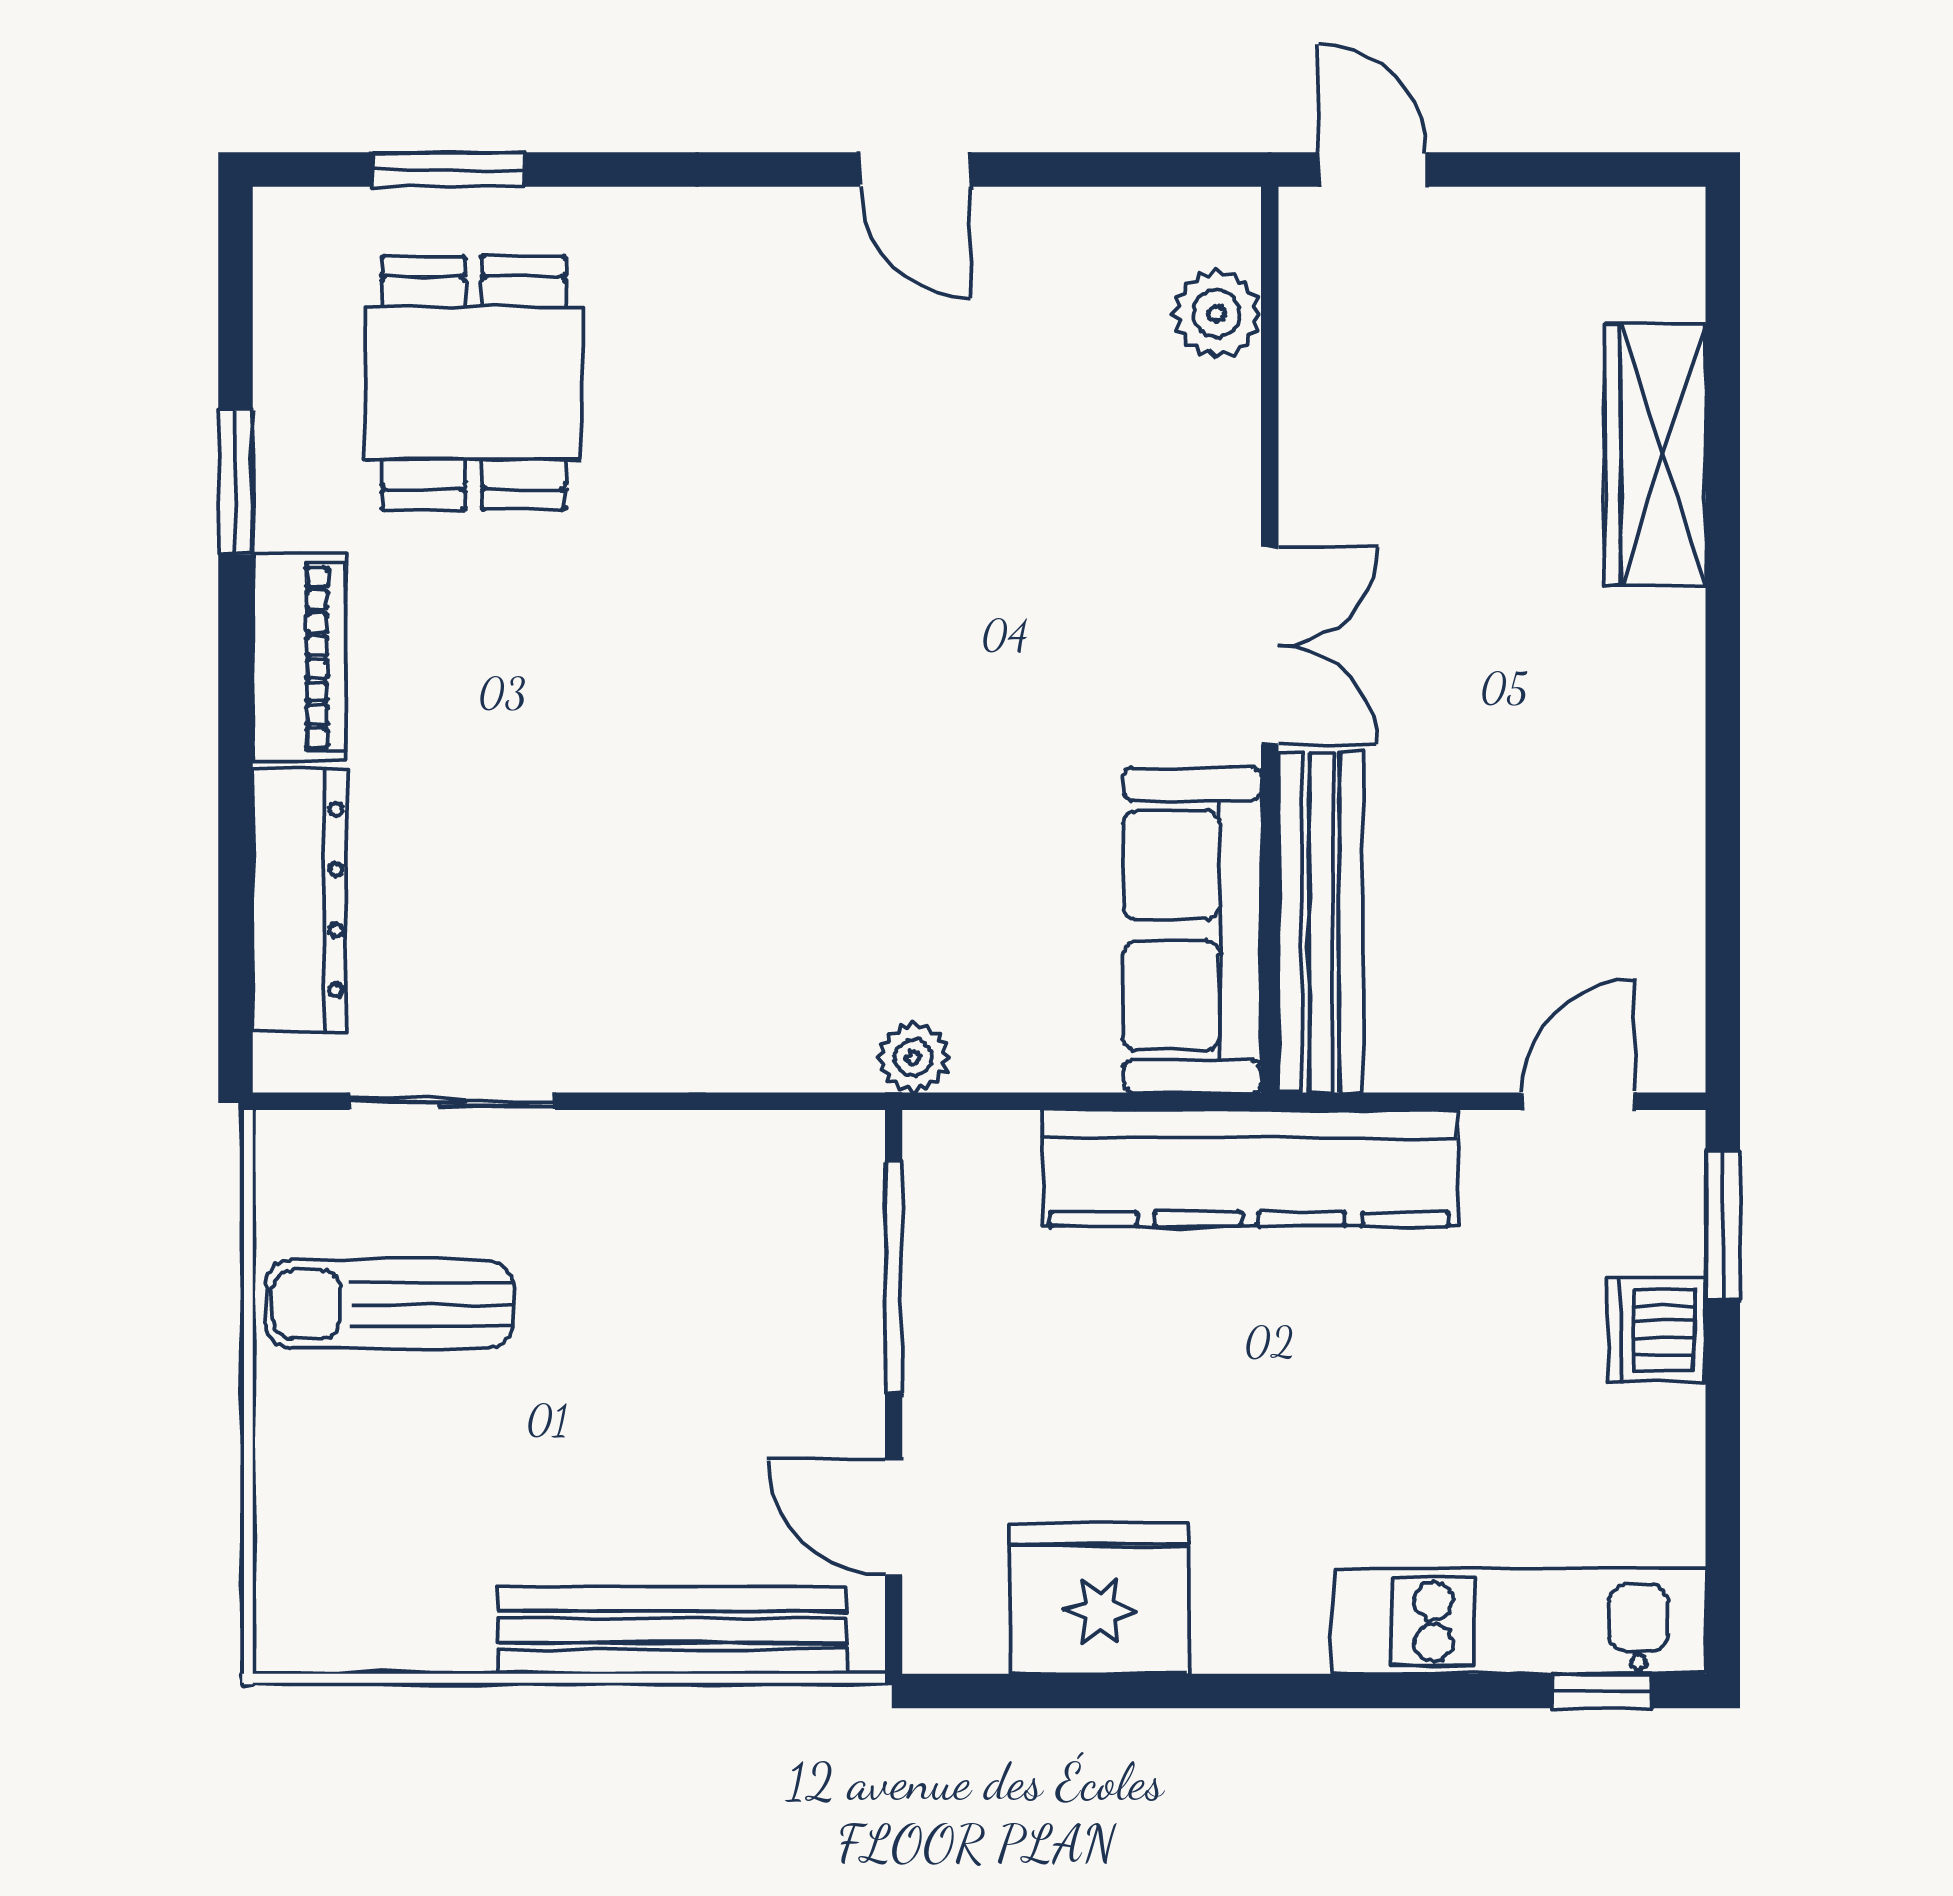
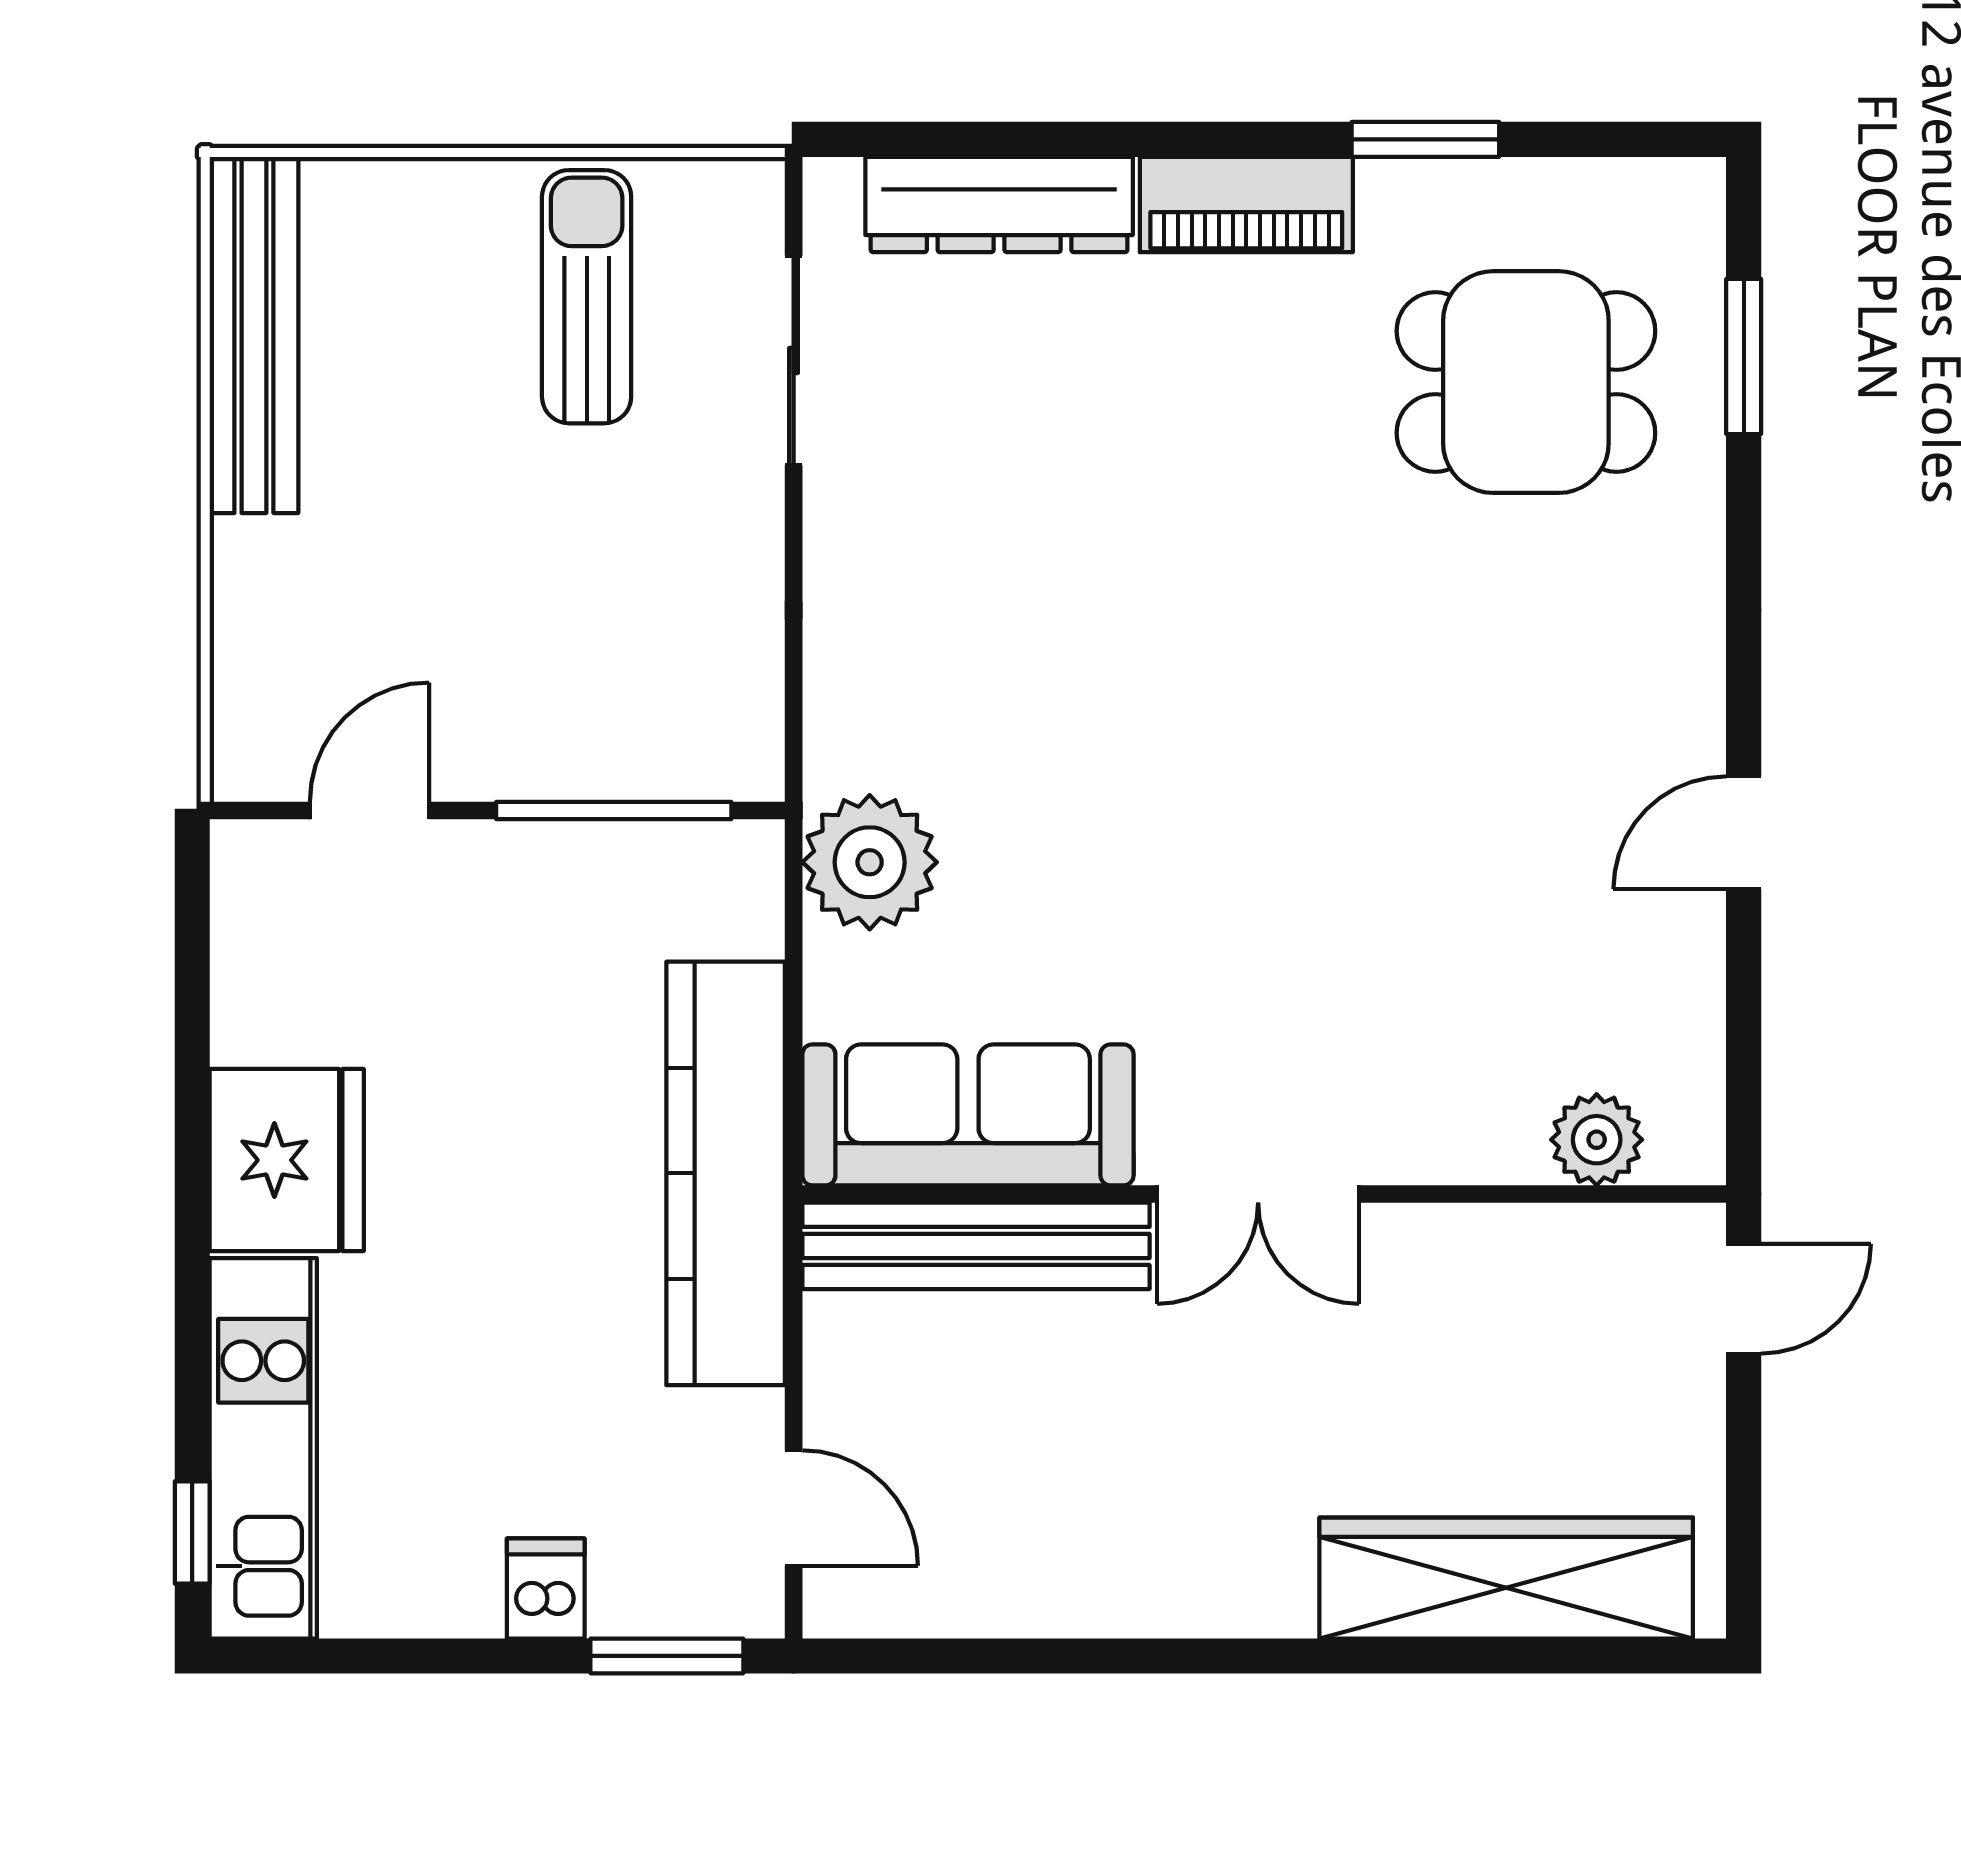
wardrobe: (1655, 455) -> (1506, 1578), width x1.40, depth x1.17
plant: (914, 1058) -> (870, 862), width x1.88, depth x1.88
dishwasher: (1657, 1330) -> (546, 1588), width x0.73
fridge: (1099, 1598) -> (287, 1160), moved
bench: (673, 1631) -> (254, 335), moved

